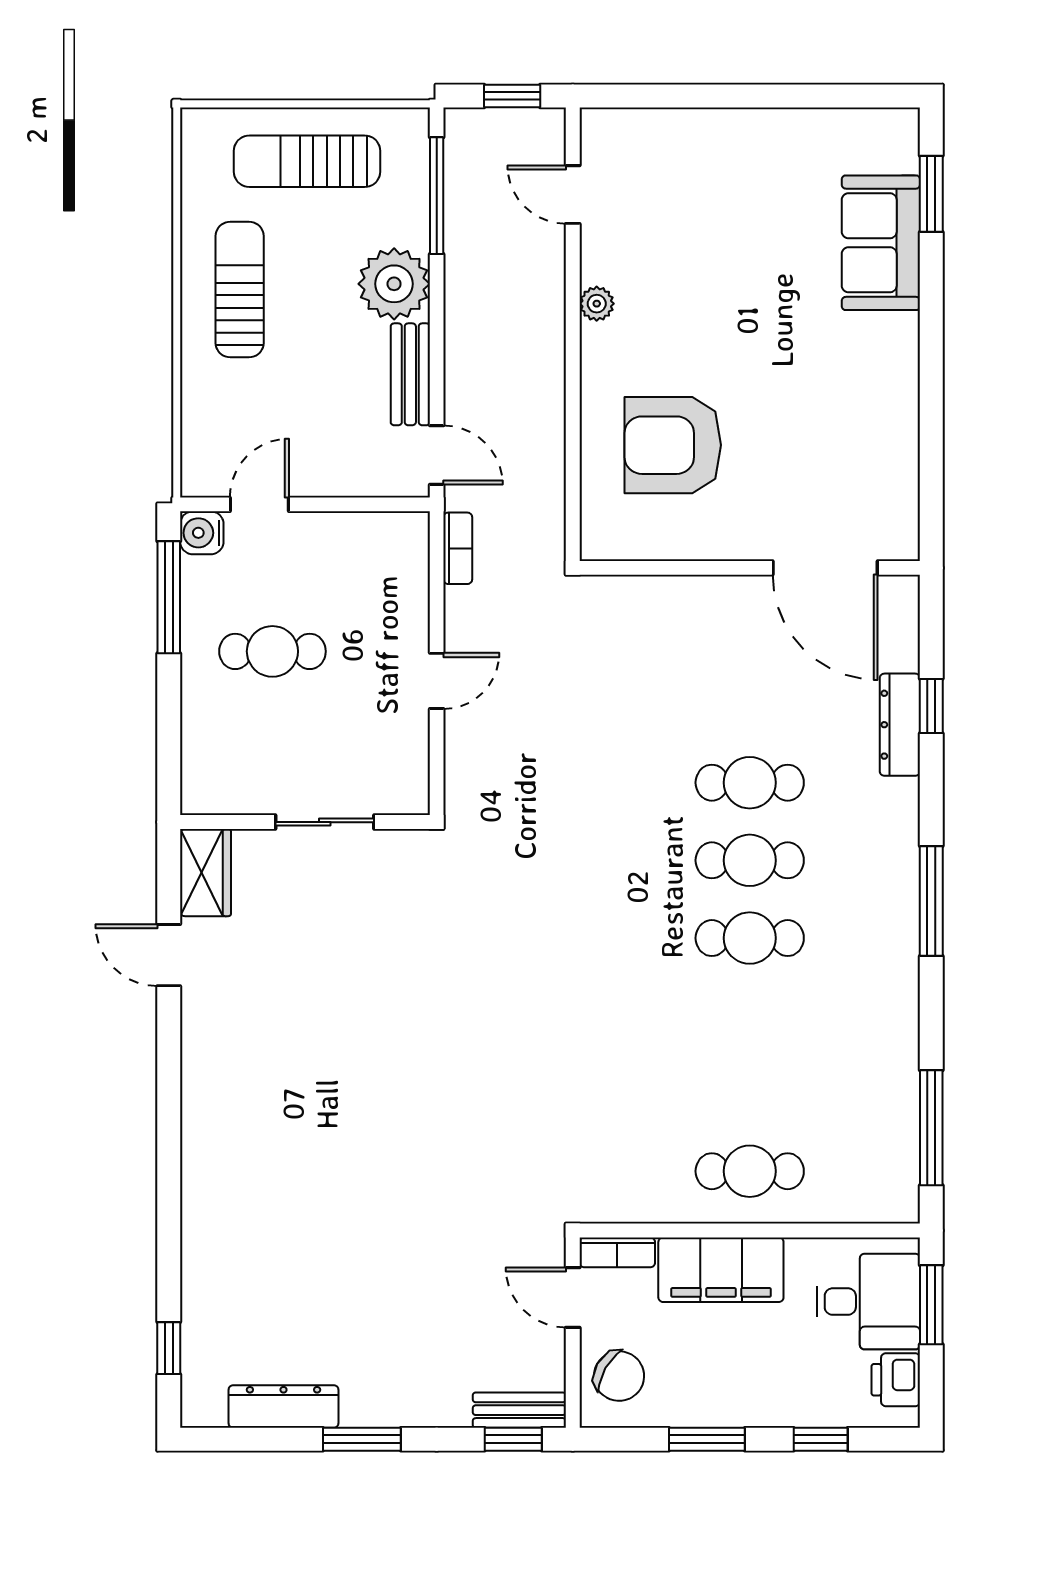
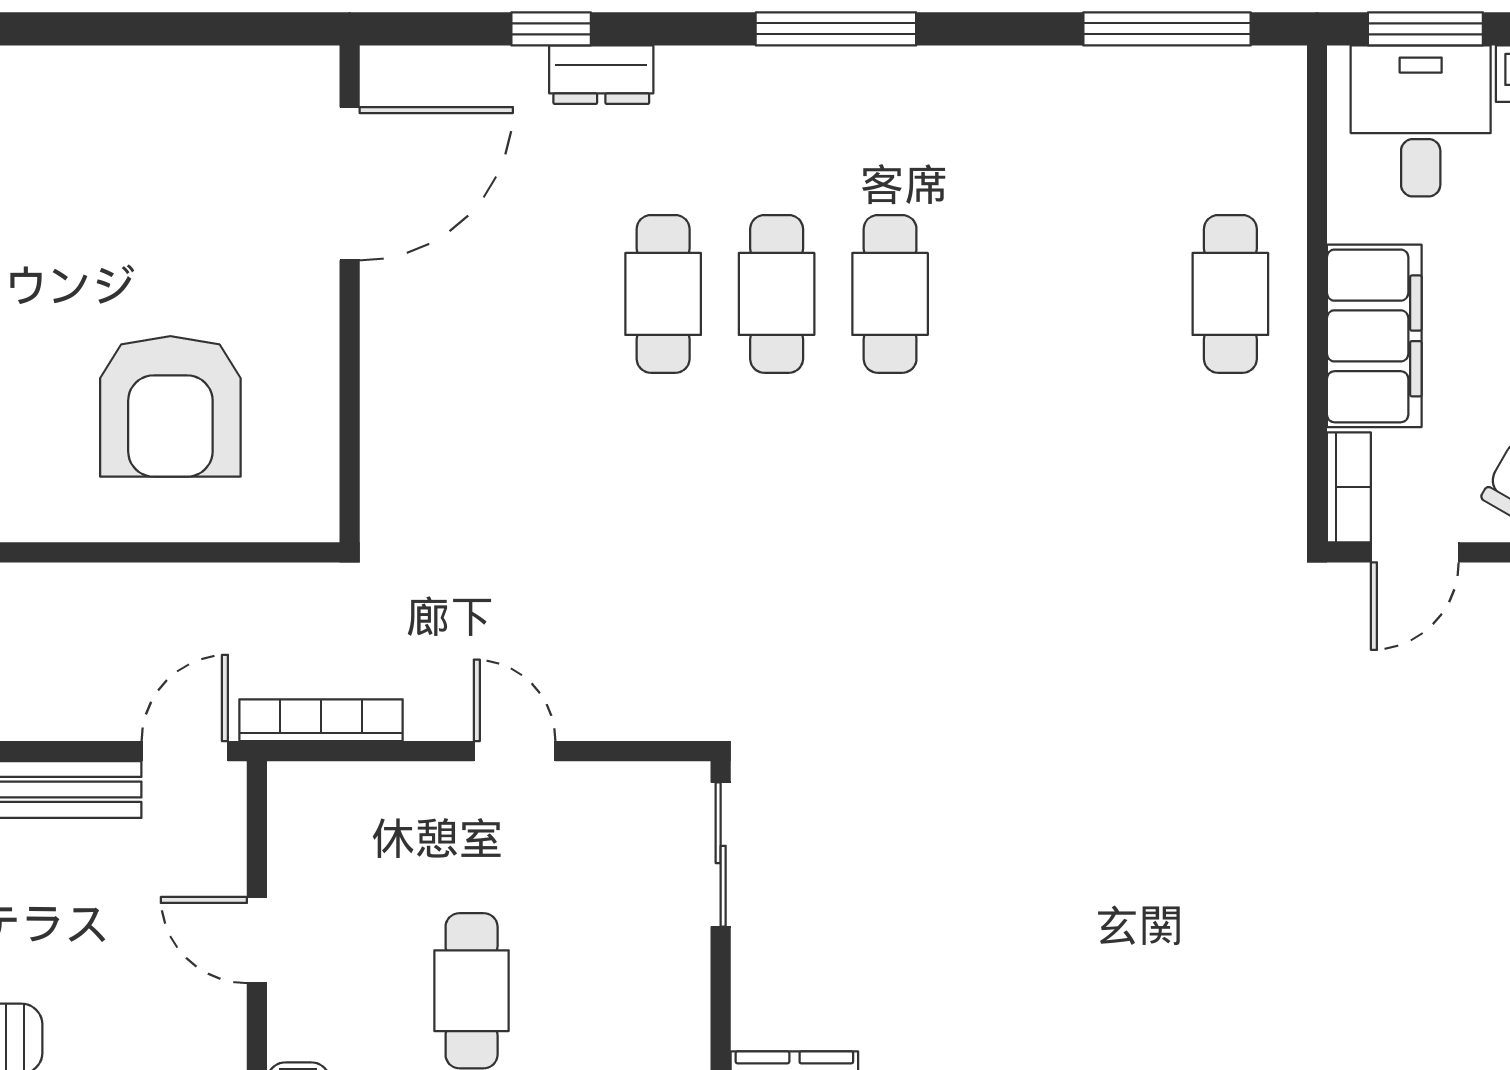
door: (259, 504) -> (257, 940), moved
bookcase: (458, 548) -> (321, 720), width x1.56
dresser: (900, 725) -> (601, 75), width x0.70
sliding door: (325, 822) -> (721, 855), moved

